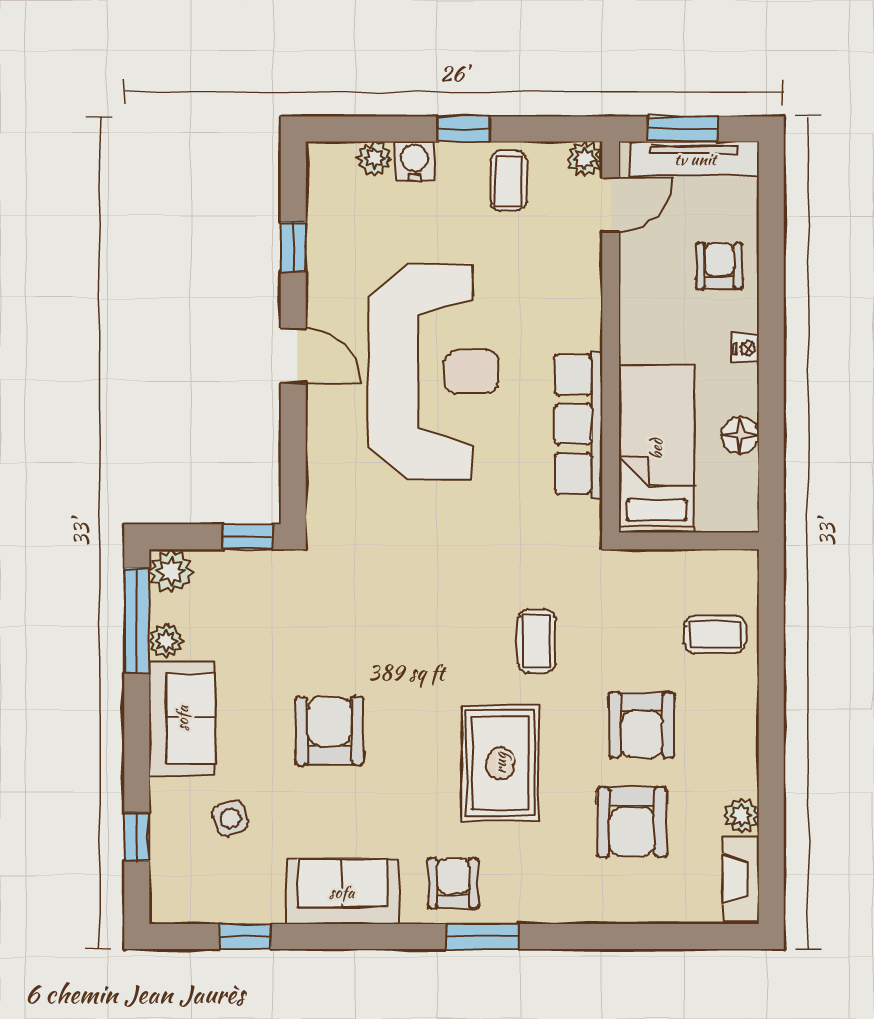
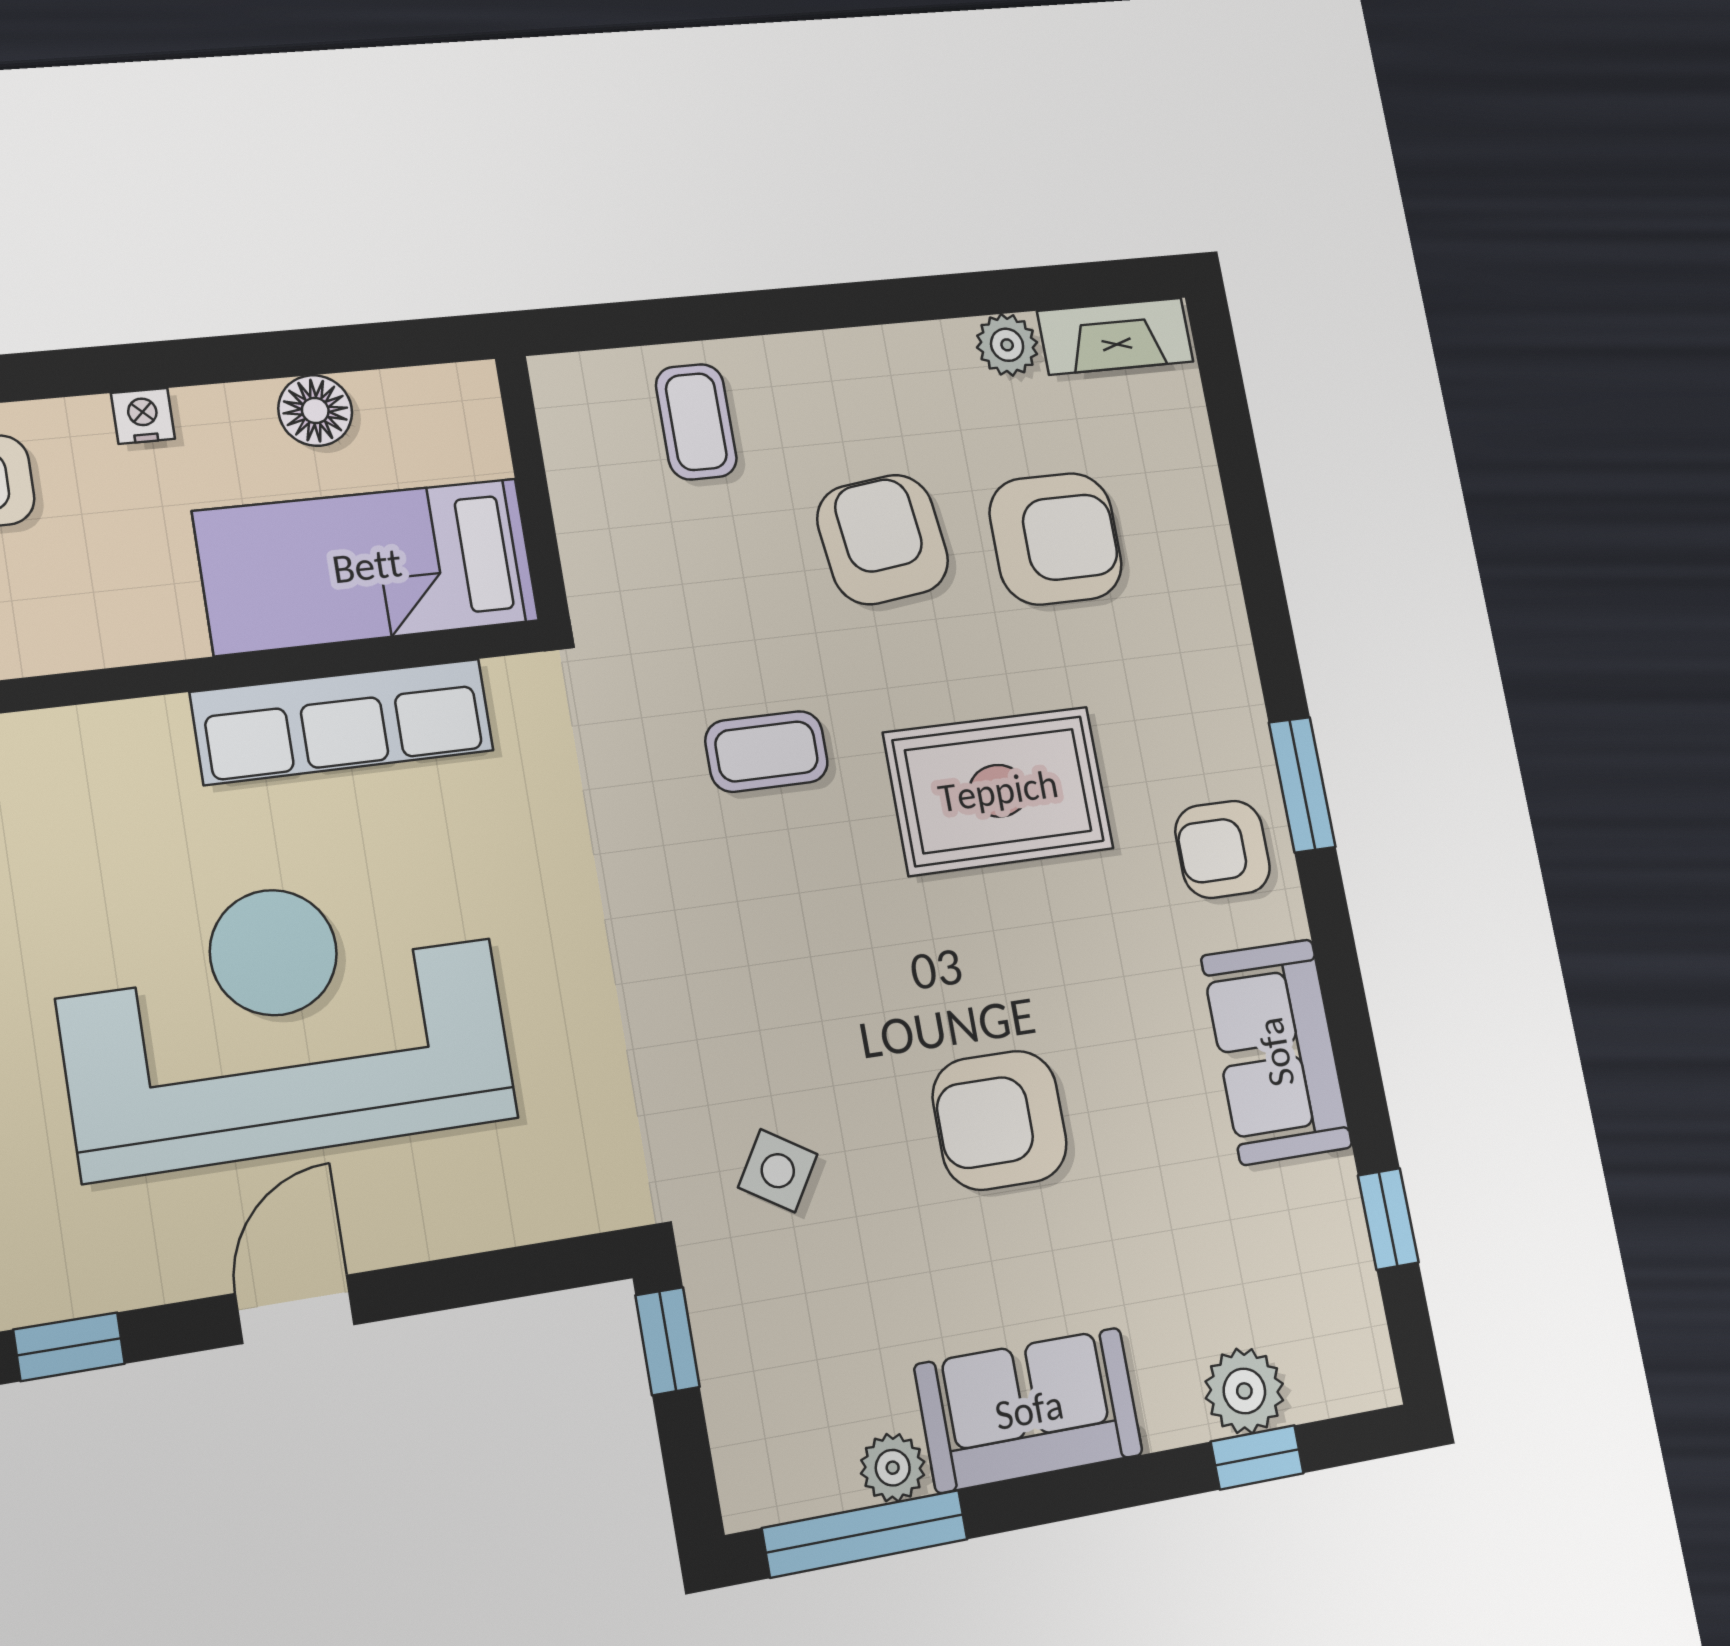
plant: (171, 571) -> (1244, 1391), moved
armchair: (642, 725) -> (883, 540), turned -97
side table: (230, 818) -> (778, 1171), moved, turned -38

